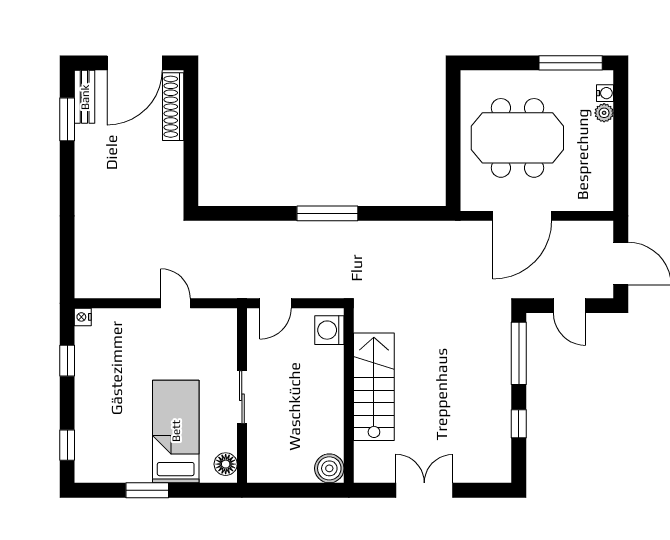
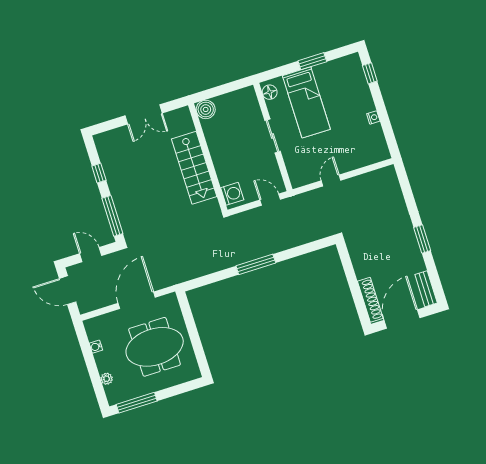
water cooler: (605, 93) -> (96, 347), moved
window: (67, 119) -> (422, 239), moved
door: (176, 303) -> (331, 180), swing flipped
door: (276, 303) -> (270, 200), hinge flipped
nightstand: (83, 317) -> (373, 117), moved
window: (67, 361) -> (386, 125), removed

